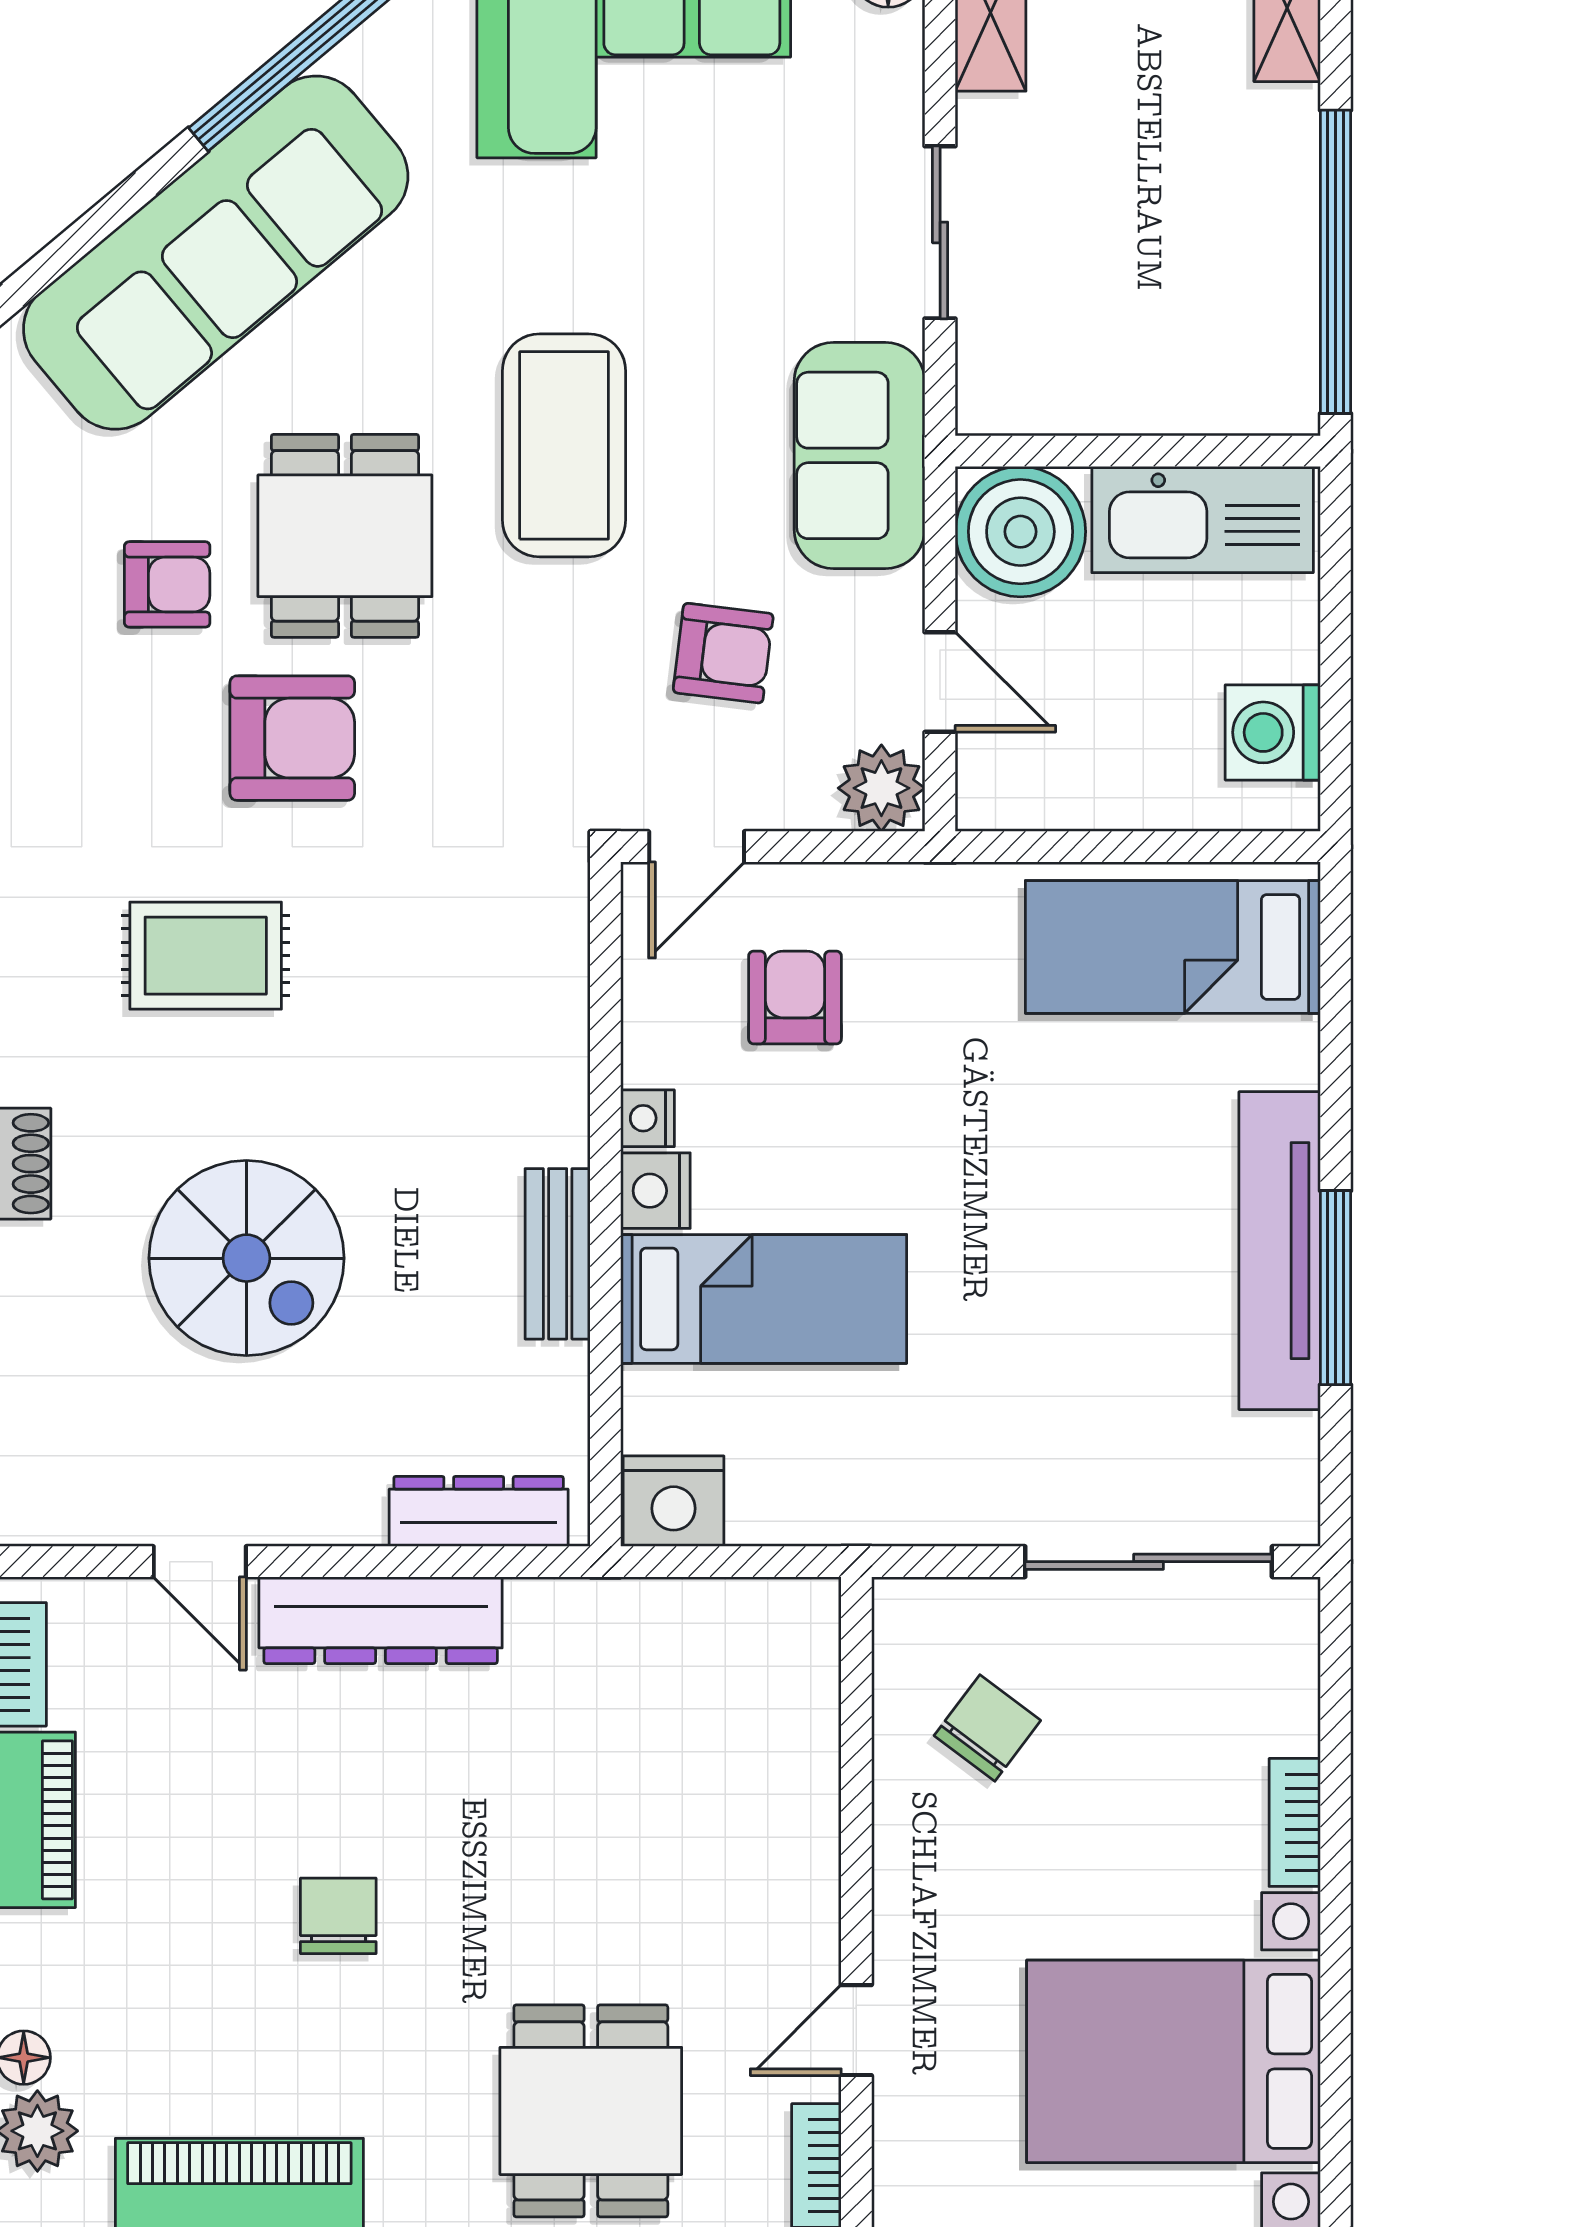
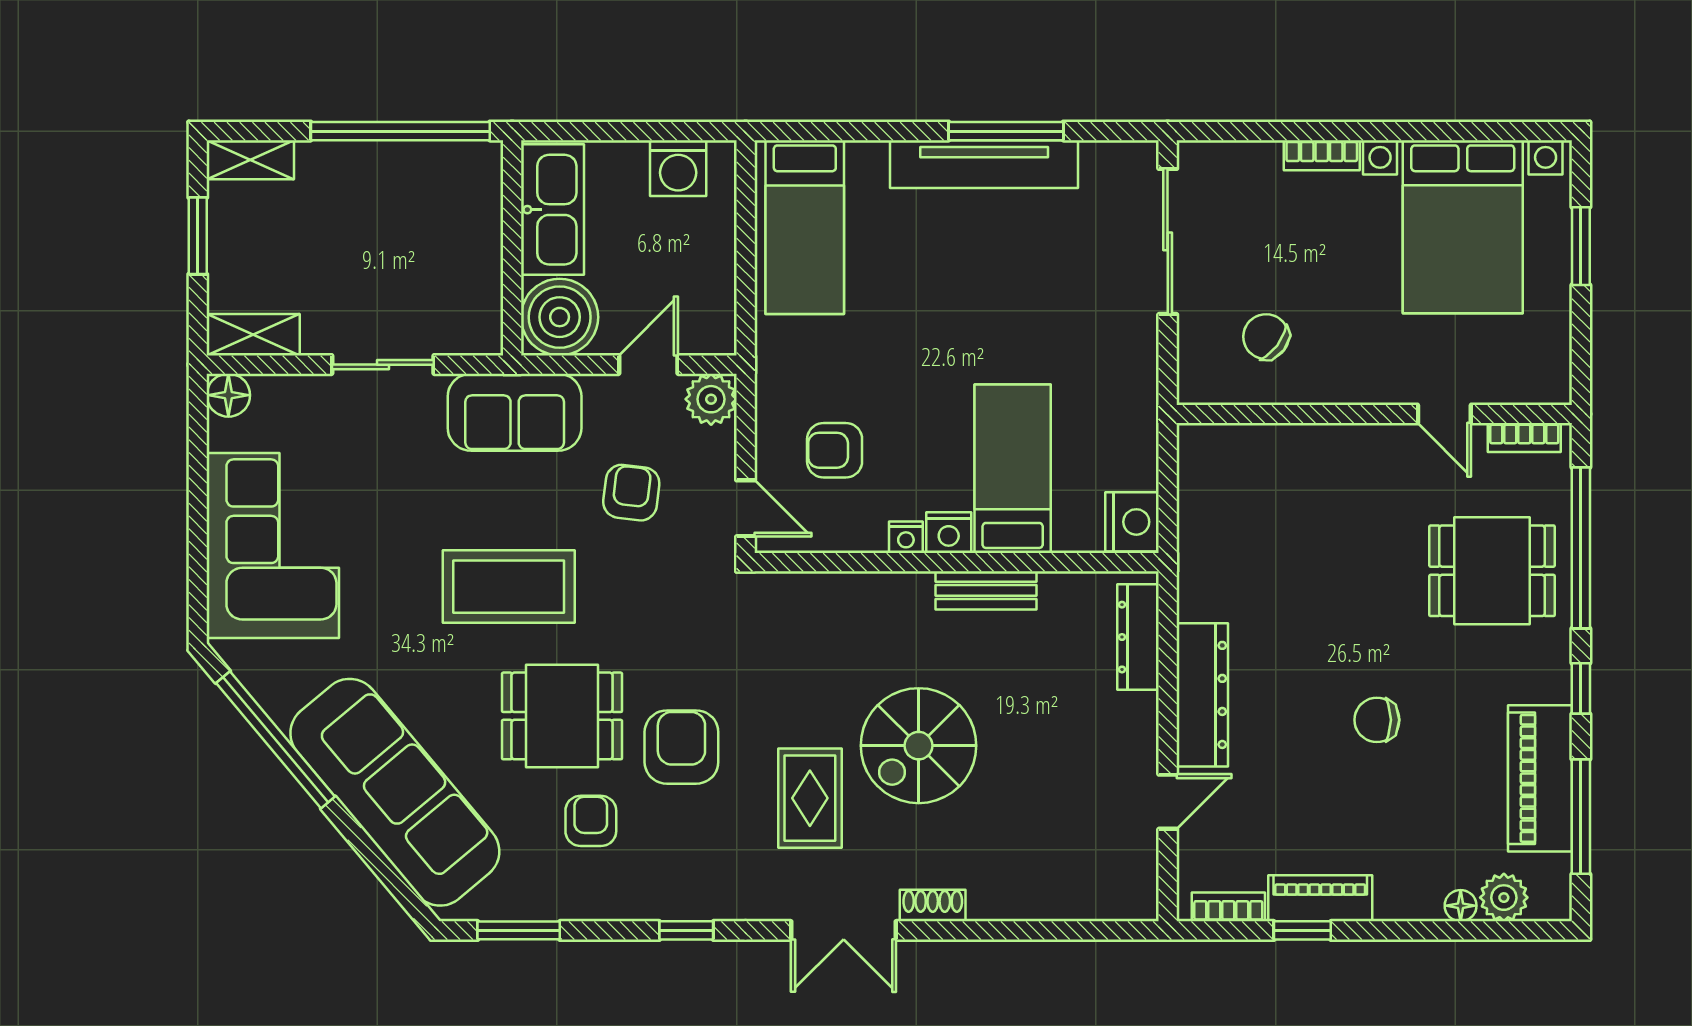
spiral stairs: (246, 1258) -> (919, 746), moved, turned 180

